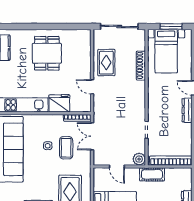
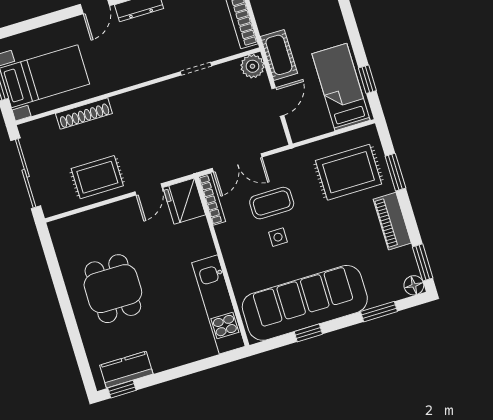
dining table: (47, 53) -> (113, 289), turned 90
fridge: (59, 103) -> (184, 201), moved
cot: (152, 174) -> (279, 55), moved

